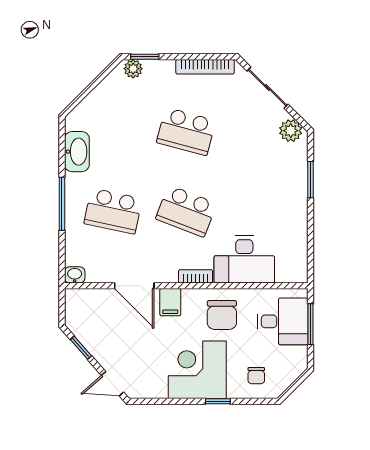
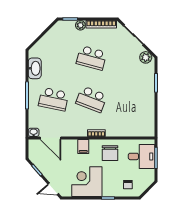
plant: (133, 69) -> (80, 25), moved
desk: (244, 259) -> (122, 124), removed
door: (134, 286) -> (51, 138), moved
corner desk: (197, 370) -> (87, 182), moved

